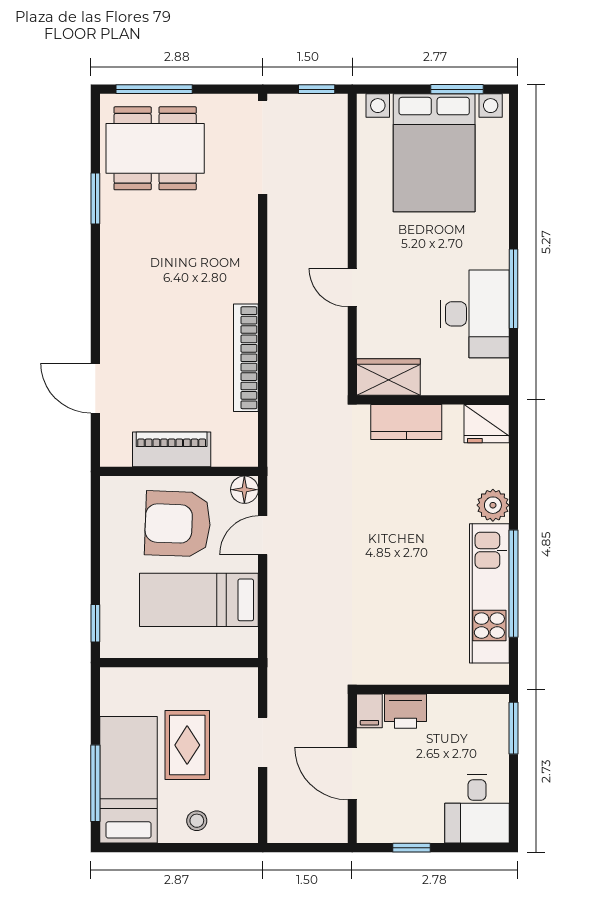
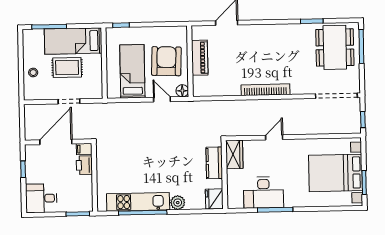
bookcase: (246, 358) -> (265, 90), moved
door: (352, 774) -> (56, 142), width x1.36
bed: (128, 780) -> (73, 41), moved, turned 180

